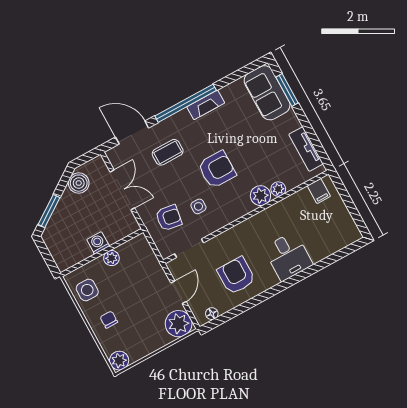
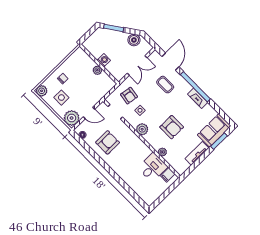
tv unit: (306, 149) -> (197, 153), moved
armchair: (217, 169) -> (172, 127), moved
plant: (260, 196) -> (142, 129), moved
desk: (288, 256) -> (153, 167), moved, turned 180
side table: (87, 290) -> (61, 98), moved

